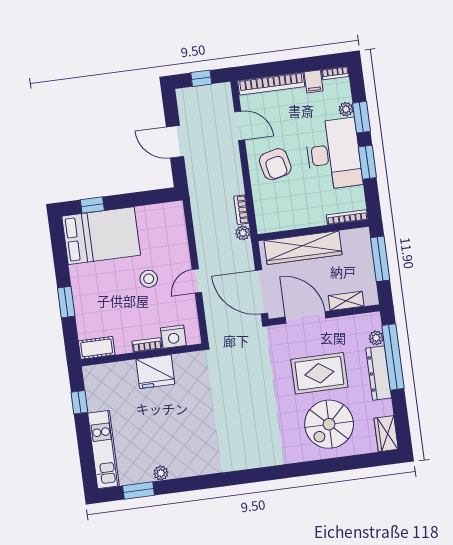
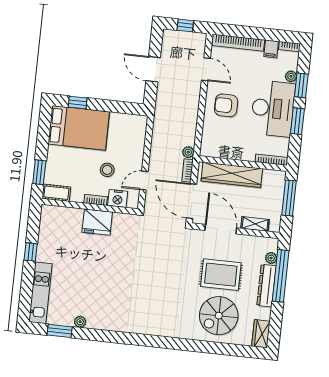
armchair: (275, 164) -> (226, 105), turned 103
bookcase: (241, 210) -> (188, 170), moved
nightstand: (173, 337) -> (118, 198), moved
bookcase: (147, 345) -> (96, 200), moved
cot: (97, 348) -> (56, 193), moved
wall: (142, 355) -> (90, 207), moved
fridge: (155, 372) -> (97, 222), moved

